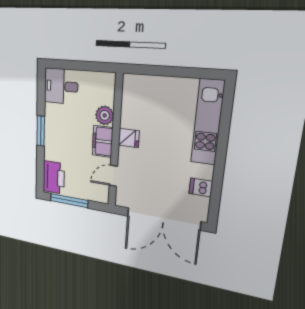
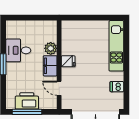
desk: (61, 86) -> (18, 50), moved
door: (113, 176) -> (59, 88), hinge flipped
printer: (54, 177) -> (27, 101), moved, turned -90

